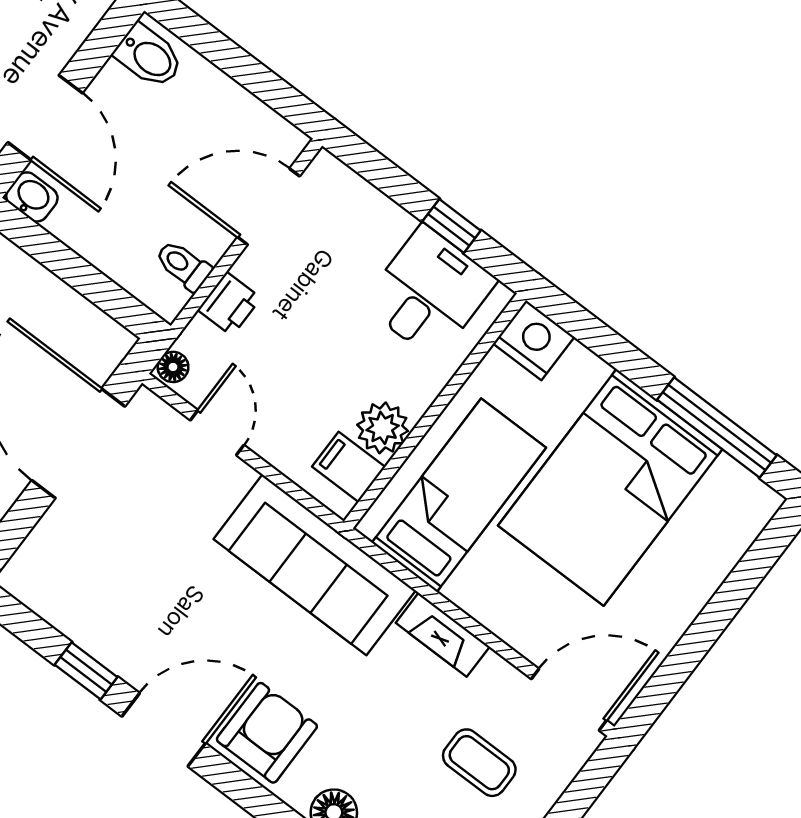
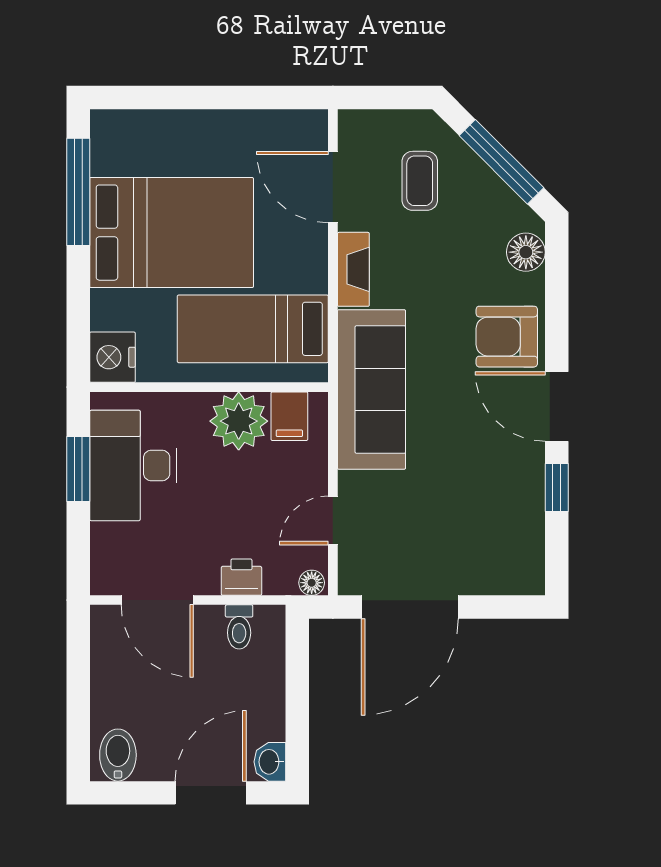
window: (452, 226) -> (78, 469), width x1.50
desk: (429, 292) -> (133, 465), width x1.37
plant: (383, 428) -> (239, 421), width x1.36, depth x1.36
door: (569, 700) -> (333, 187), moved

